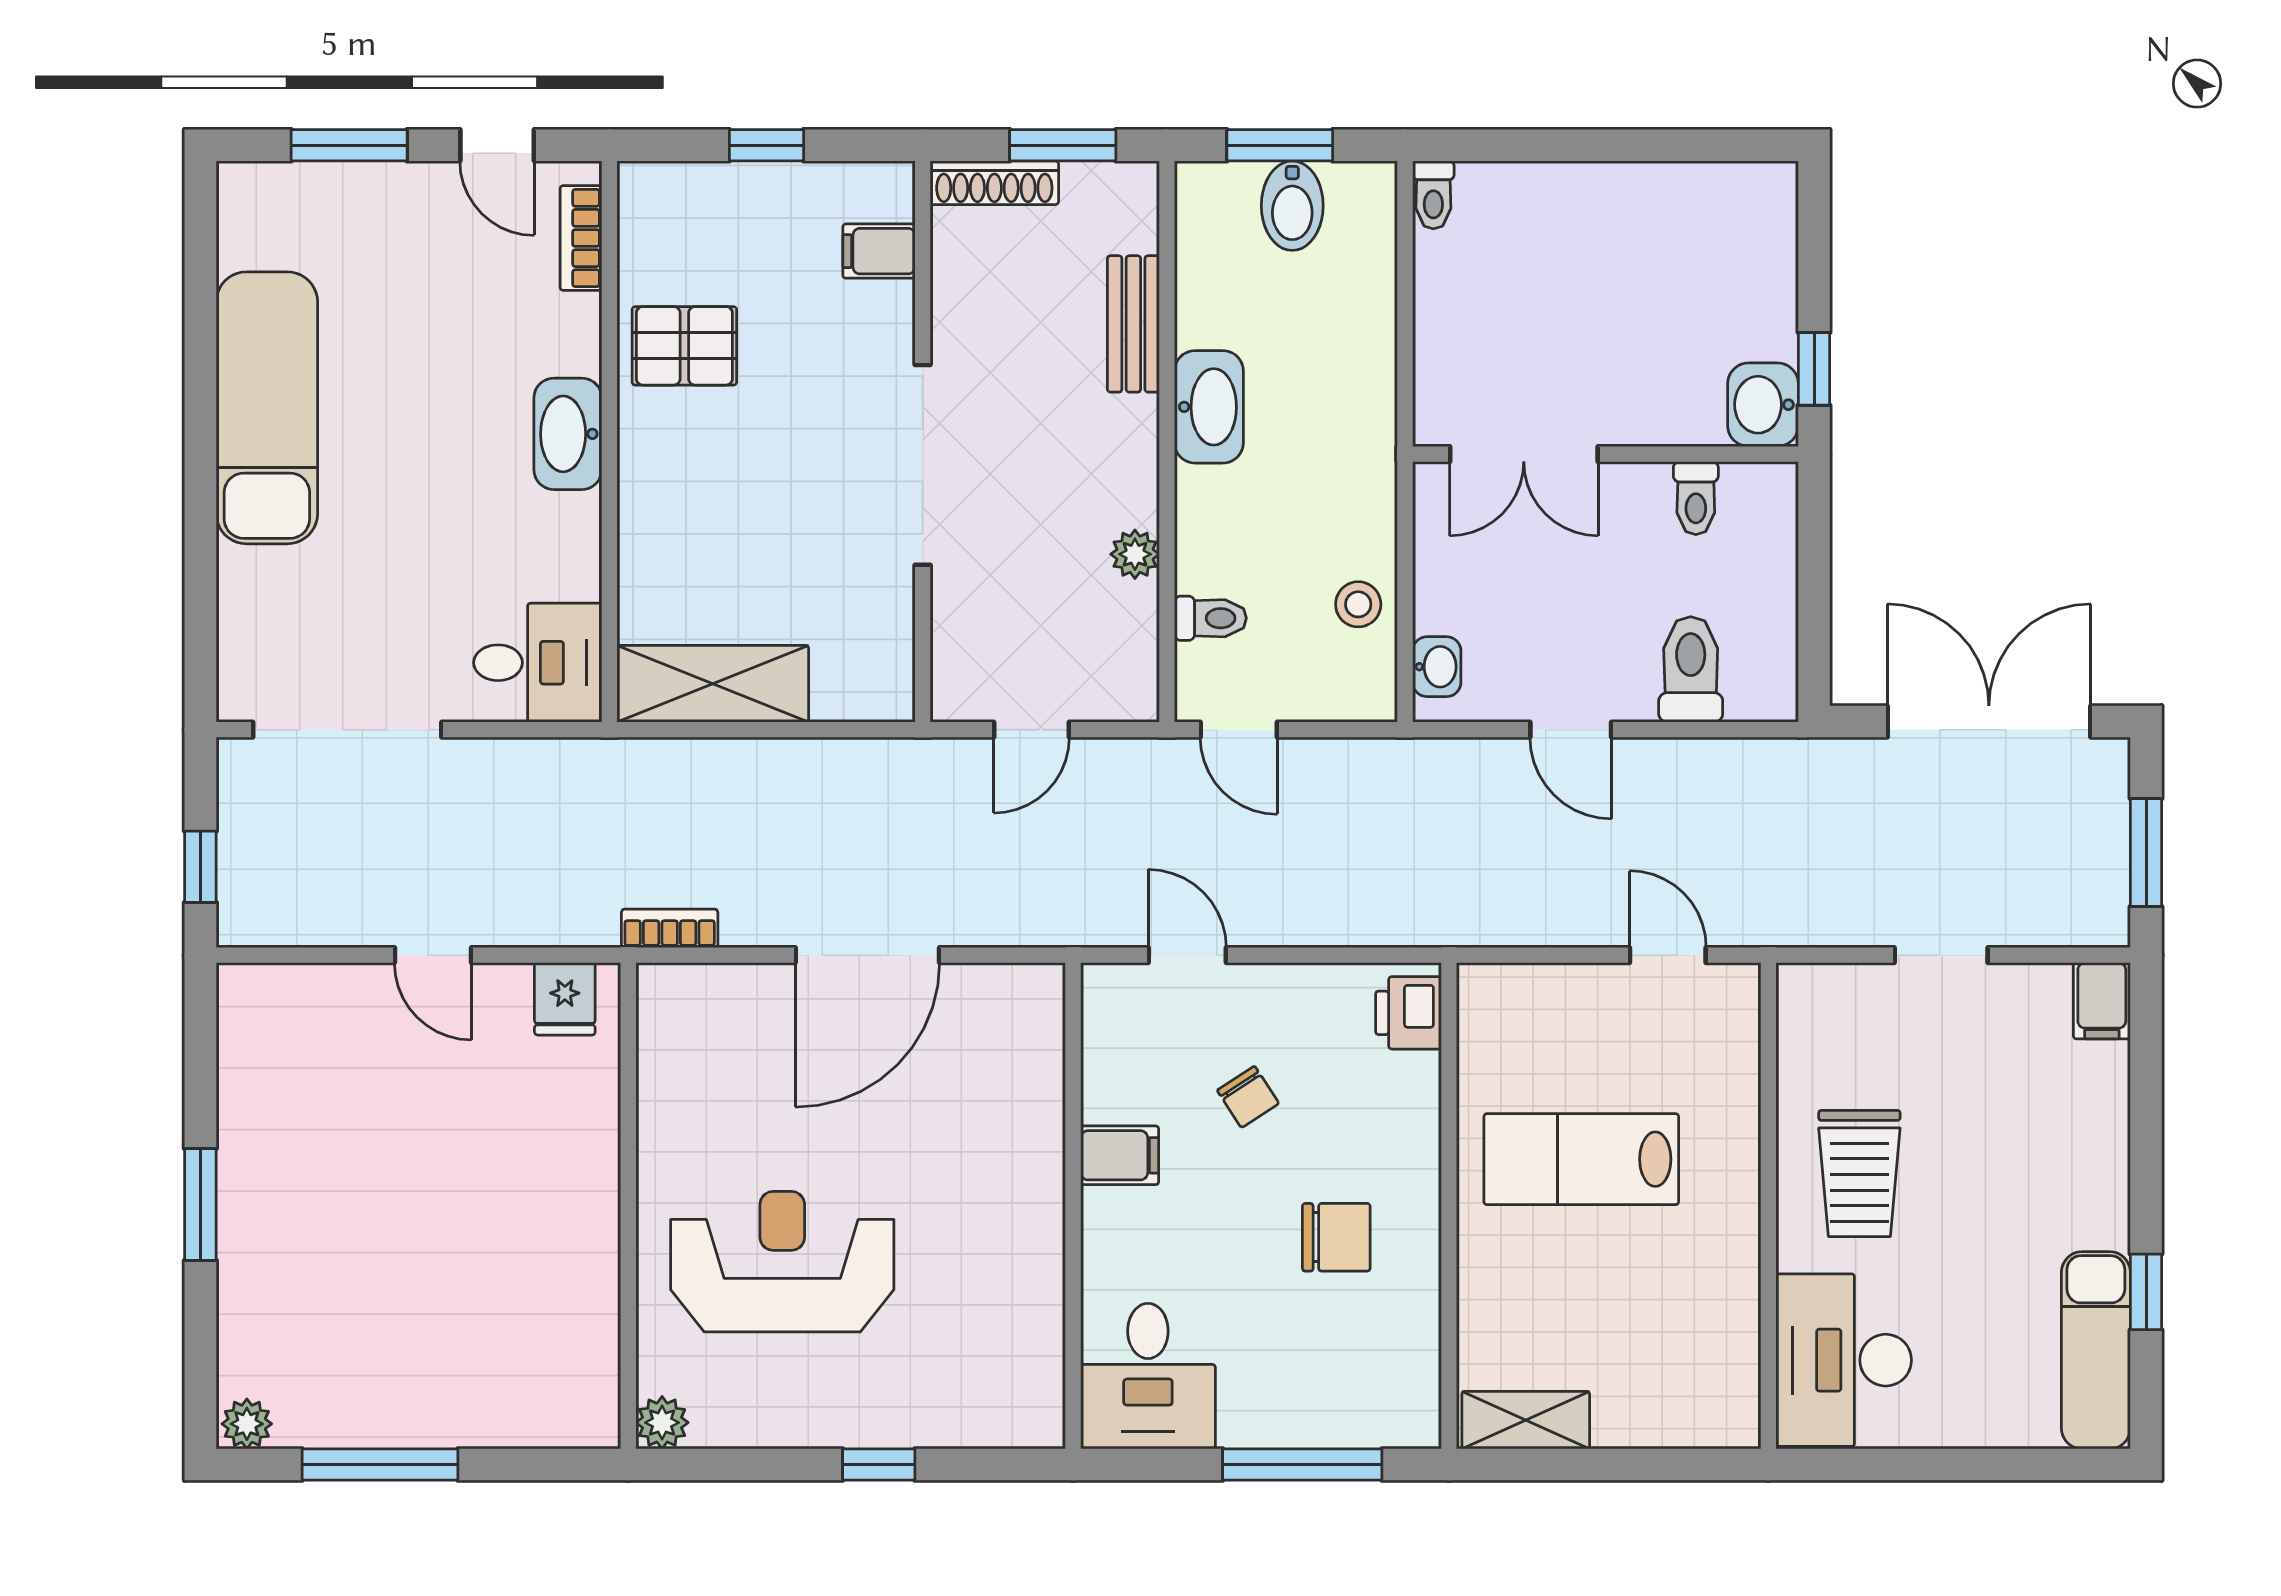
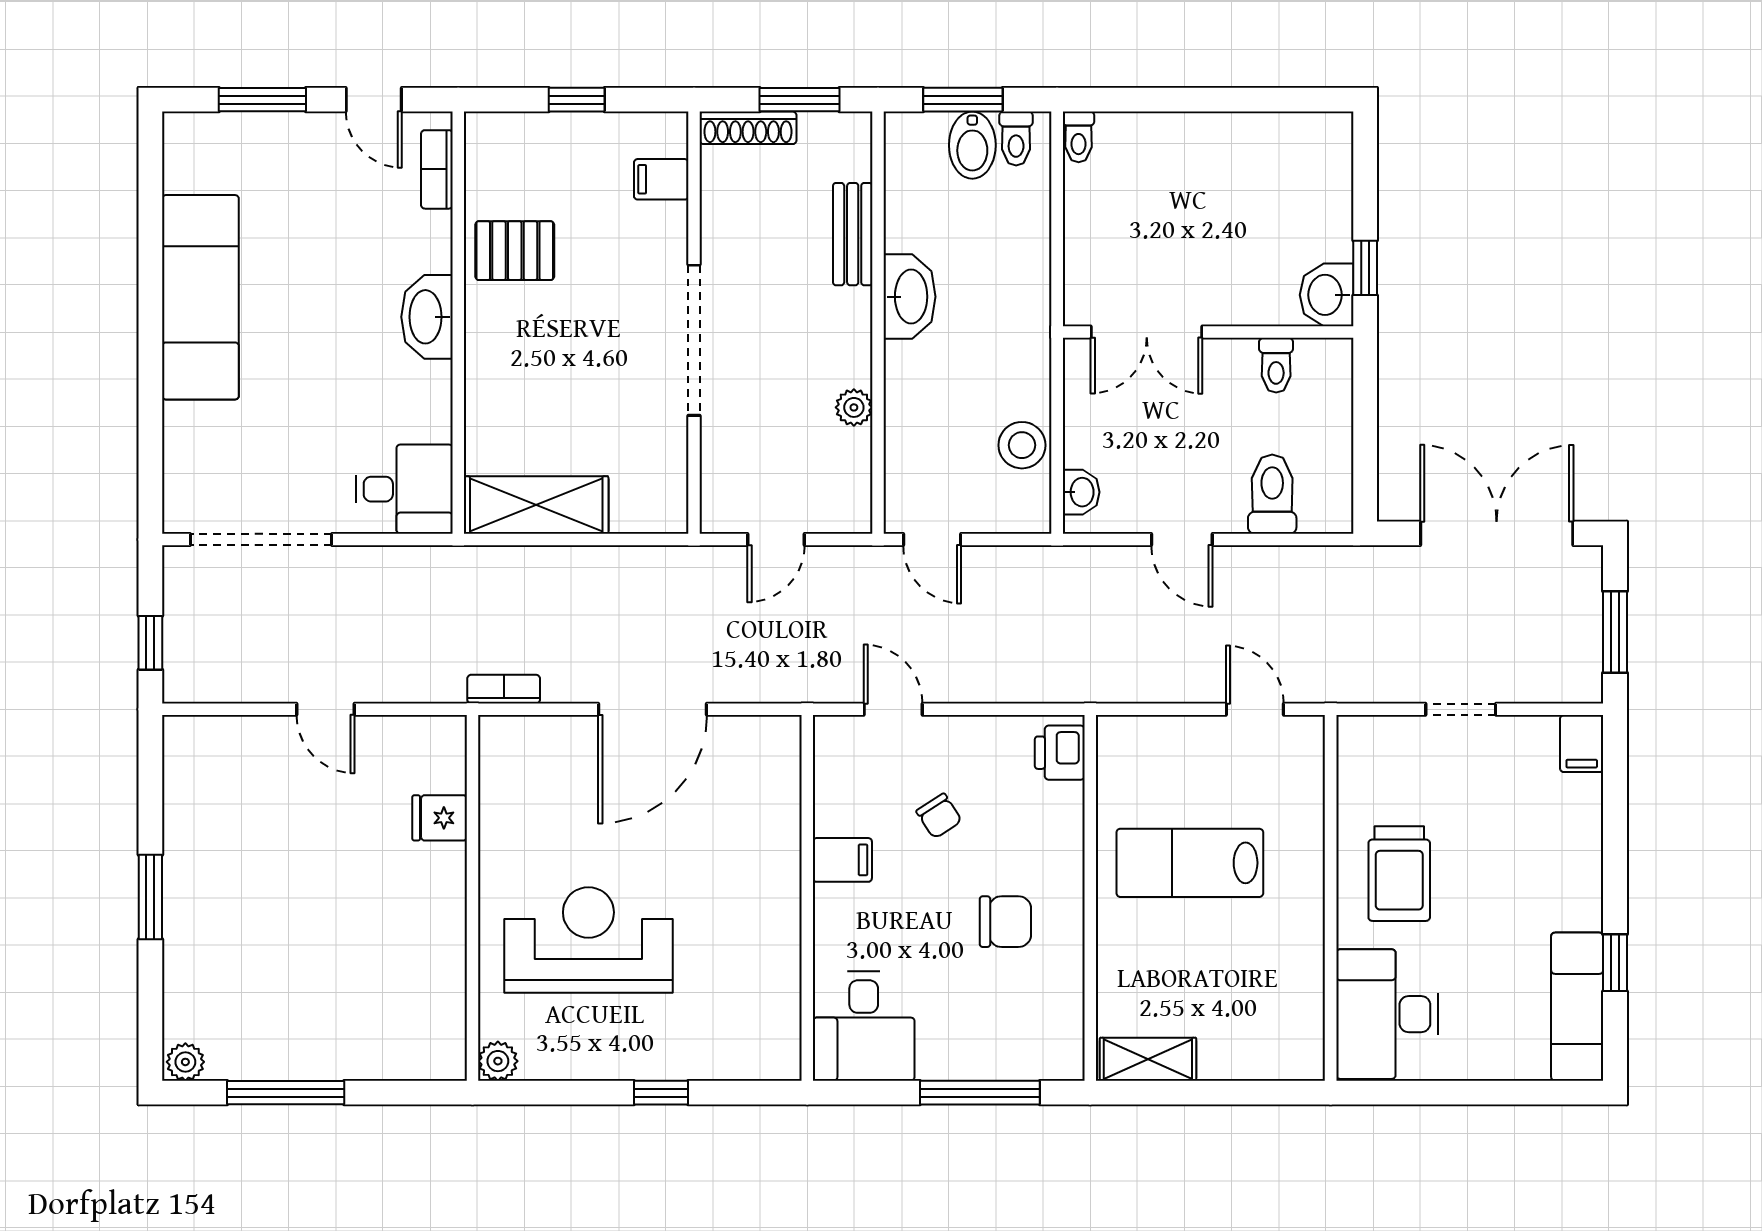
stool: (1358, 604) -> (1022, 445), width x1.37, depth x1.37
toilet: (1210, 618) -> (1016, 138), moved, turned 90
fridge: (565, 999) -> (440, 818), moved, turned 90

